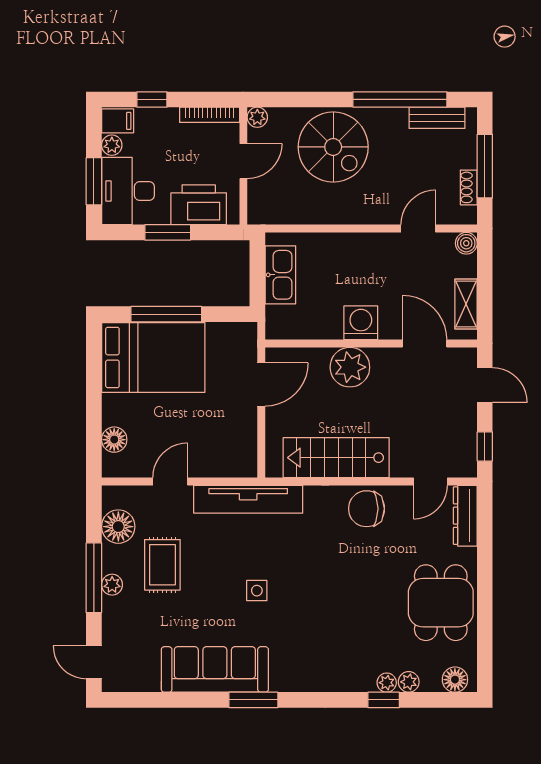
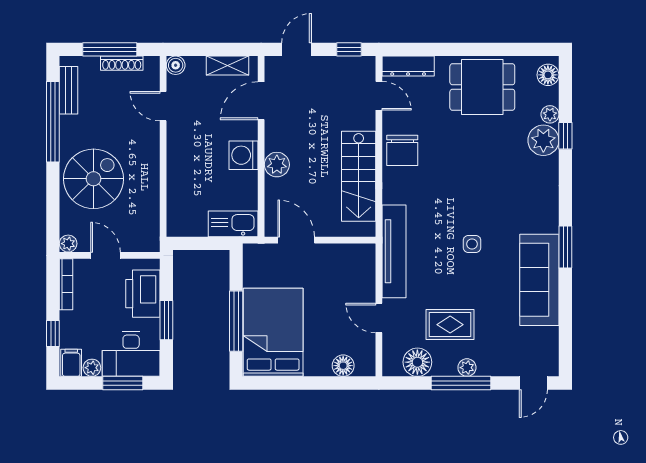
shoe rack: (469, 187) -> (122, 63), width x1.43
kitchen sink: (280, 275) -> (233, 224), moved
plant: (350, 367) -> (277, 165), width x0.73, depth x0.73
plant: (387, 683) -> (543, 140), width x1.87, depth x1.87

